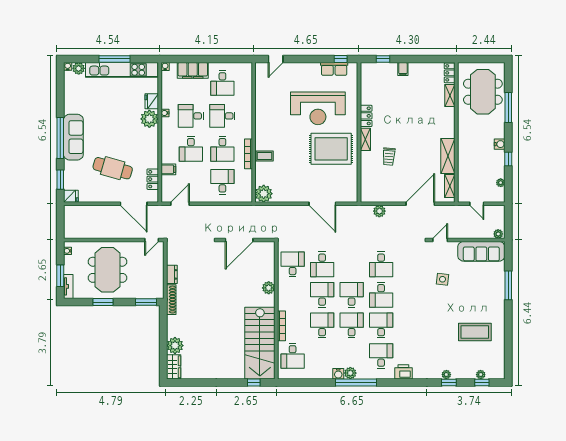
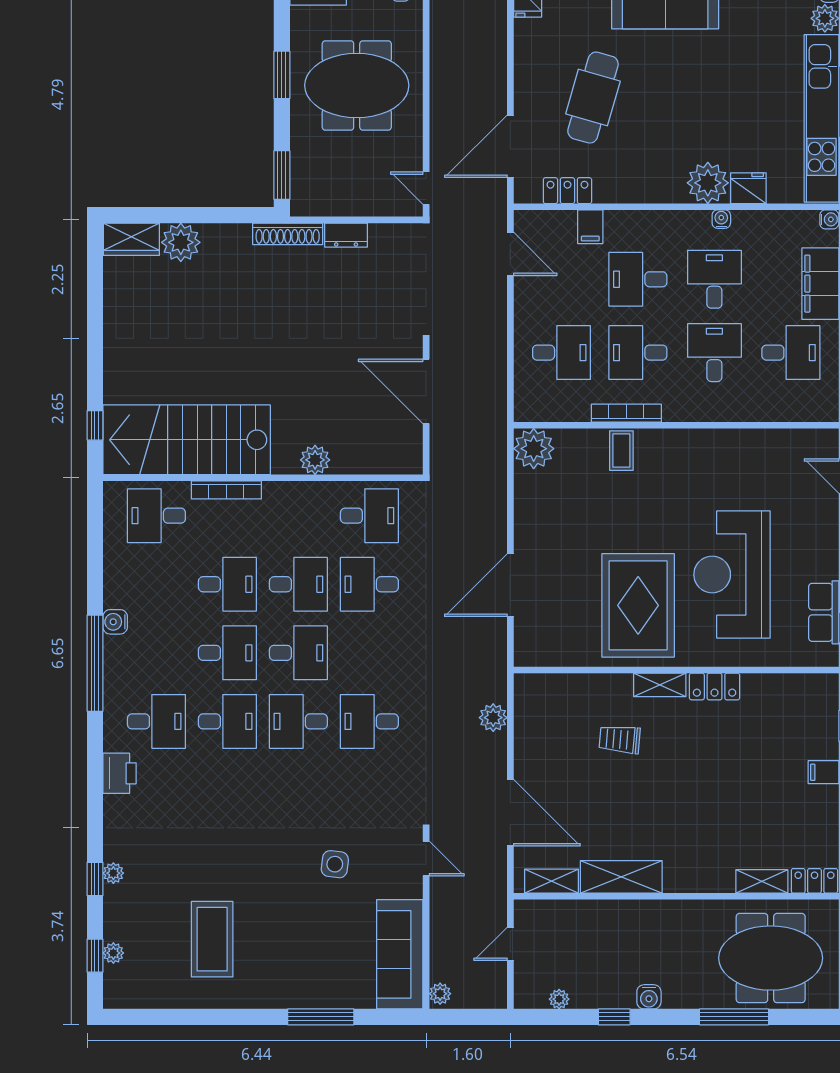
desk: (222, 83) -> (791, 353), turned 180
plant: (350, 373) -> (117, 650), removed

